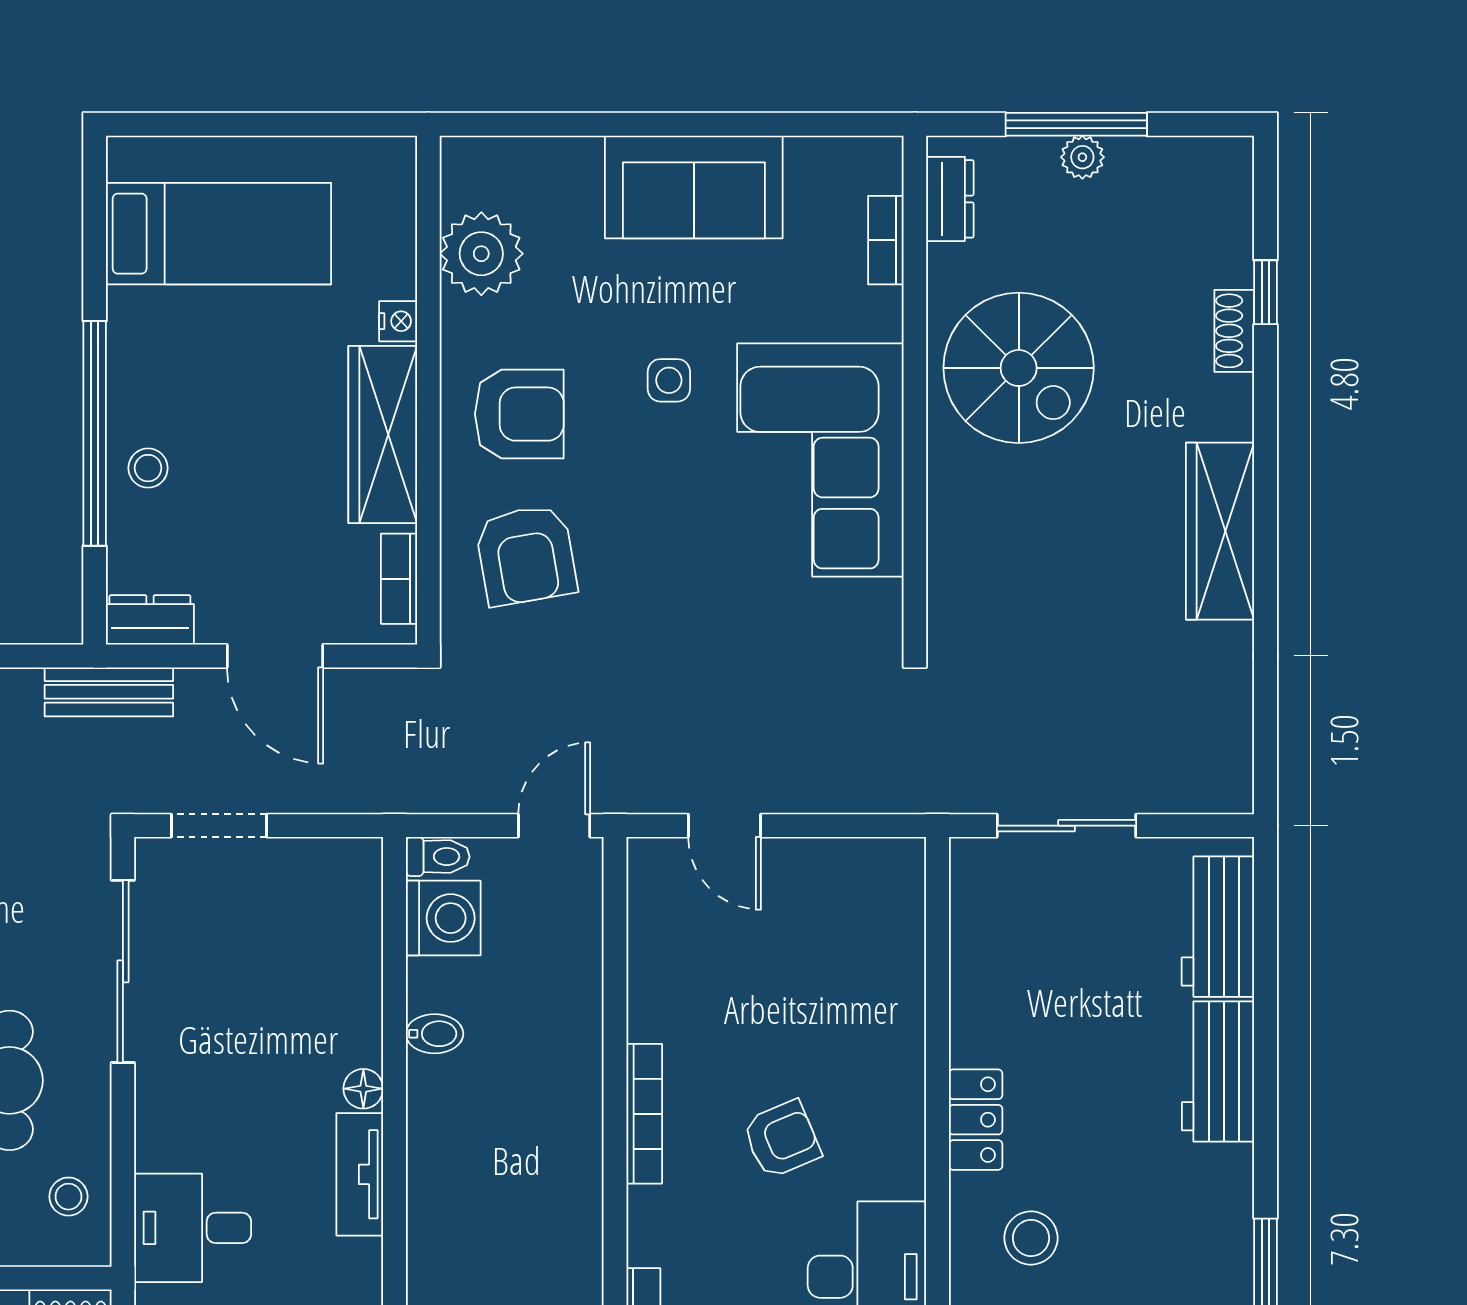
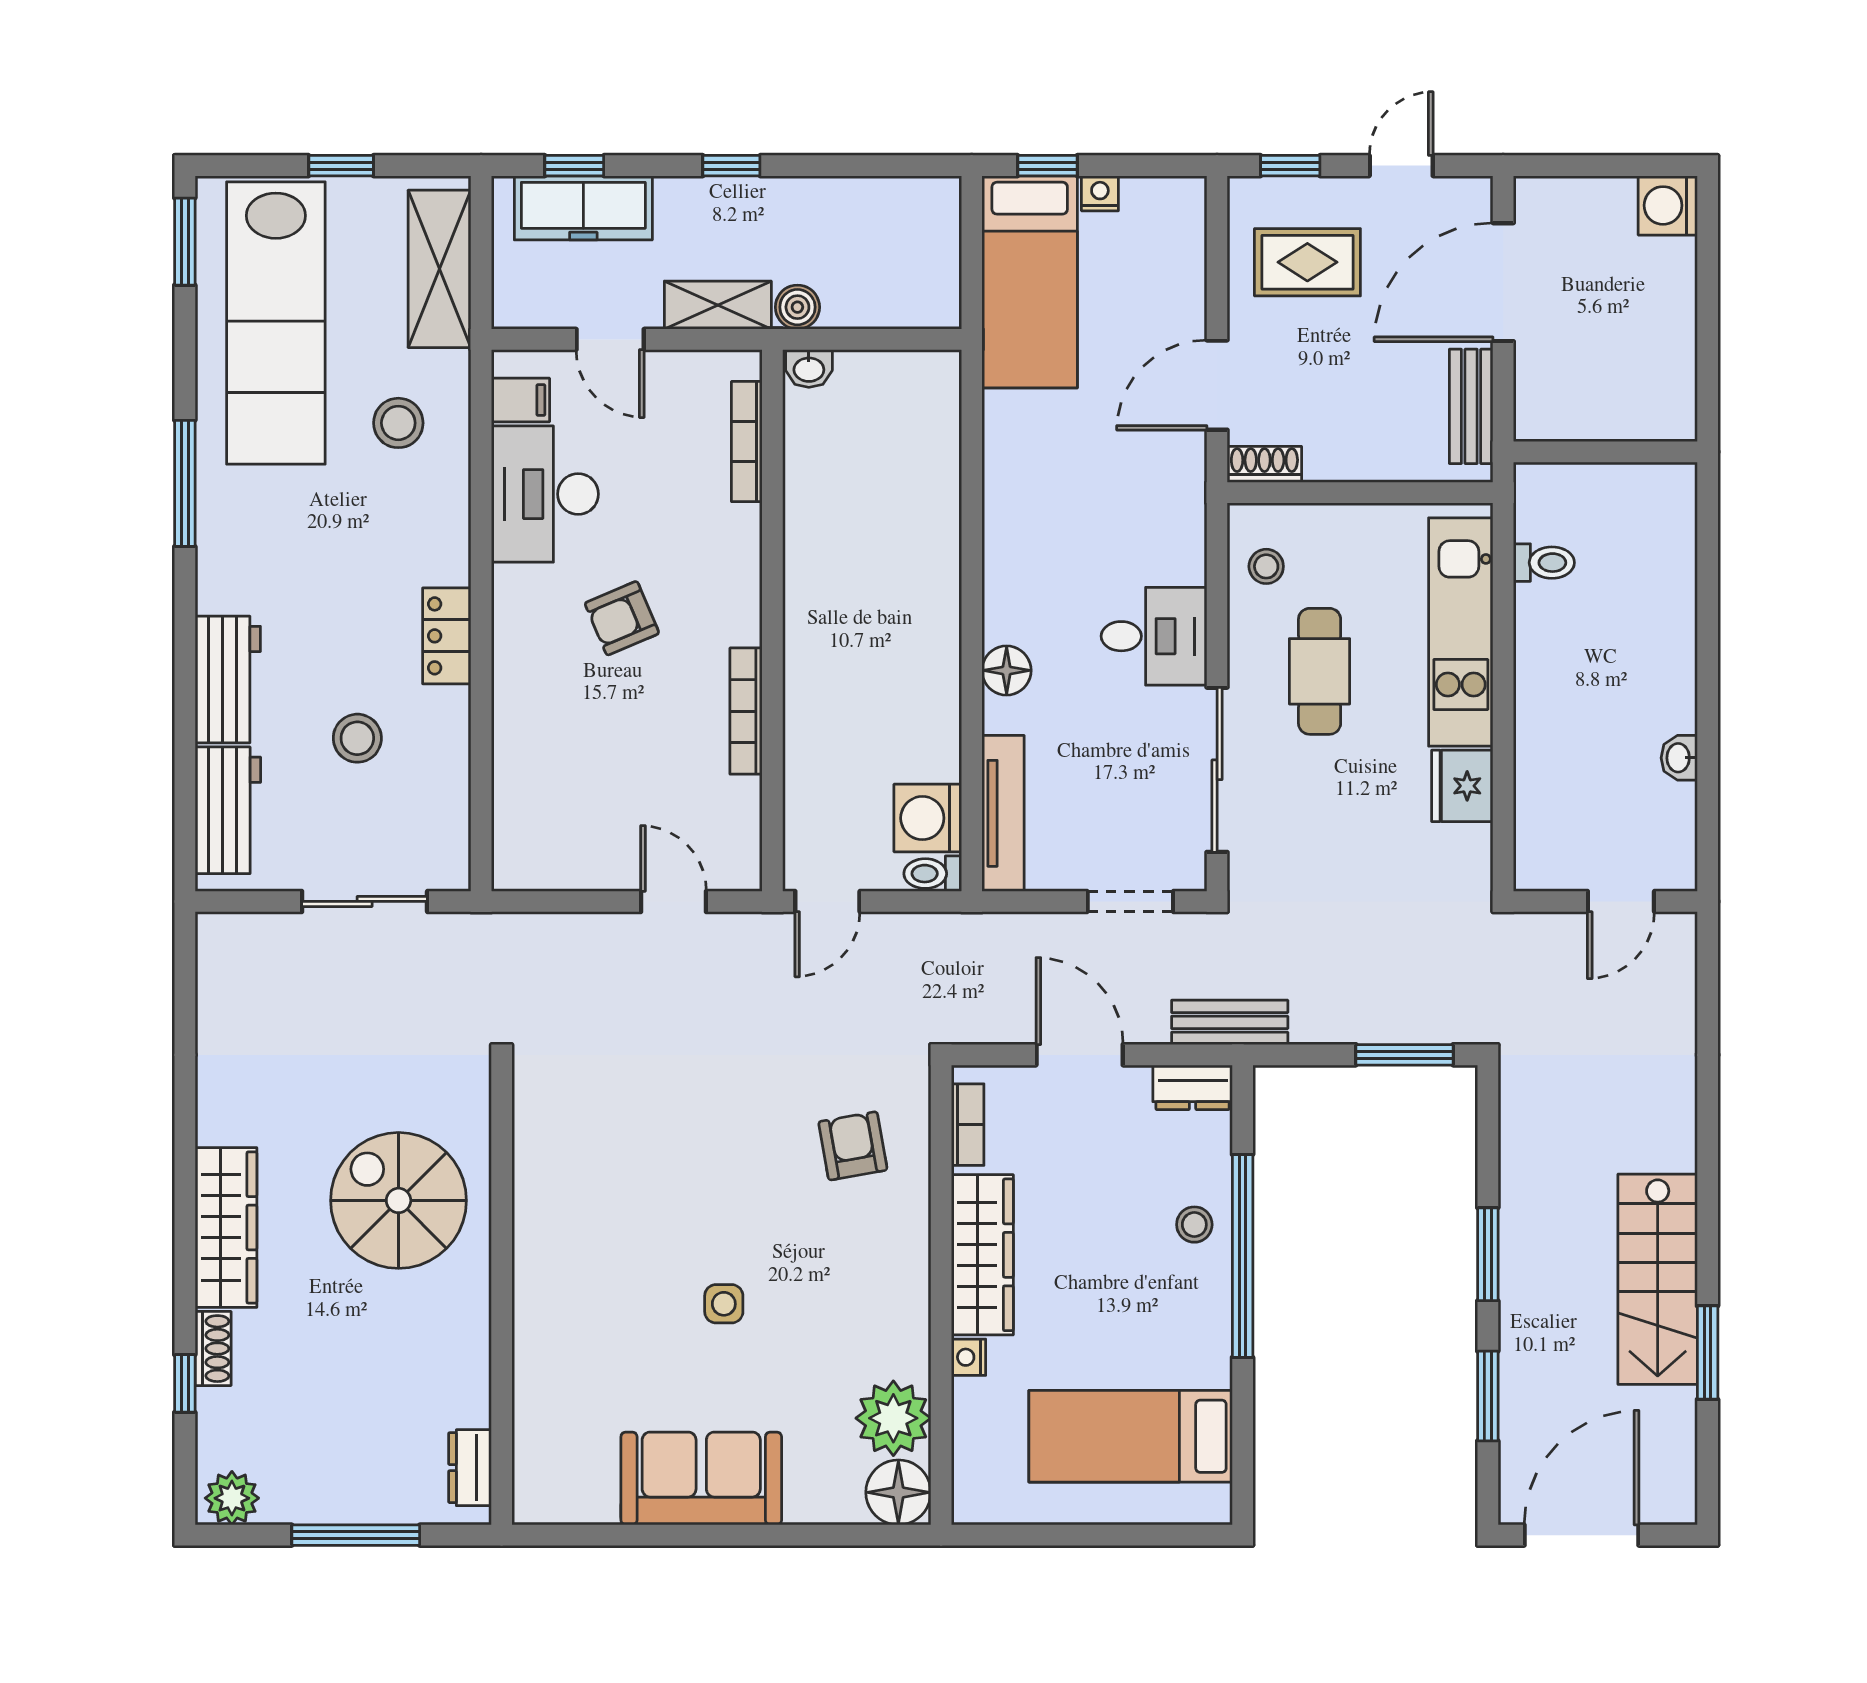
plant: (1082, 157) -> (232, 1498), moved, width x1.38, depth x1.38
floor lamp: (476, 172) -> (898, 1492), added
bookcase: (886, 240) -> (528, 1430), removed
spiral stairs: (1019, 368) -> (399, 1200), moved
armchair: (519, 414) -> (859, 1273), removed
corner sofa: (820, 460) -> (587, 1232), removed
wardrobe: (1220, 531) -> (226, 1227), moved
armchair: (526, 555) -> (853, 1146), width x0.72, depth x0.72
bidet: (435, 1034) -> (936, 714), removed
floor lamp: (363, 1089) -> (1007, 670), width x1.37, depth x1.37
bookcase: (644, 1114) -> (746, 711), moved
tv unit: (360, 1174) -> (1003, 813), moved, width x1.41
desk: (193, 1228) -> (1154, 636), moved
stool: (1031, 1238) -> (357, 738), moved

